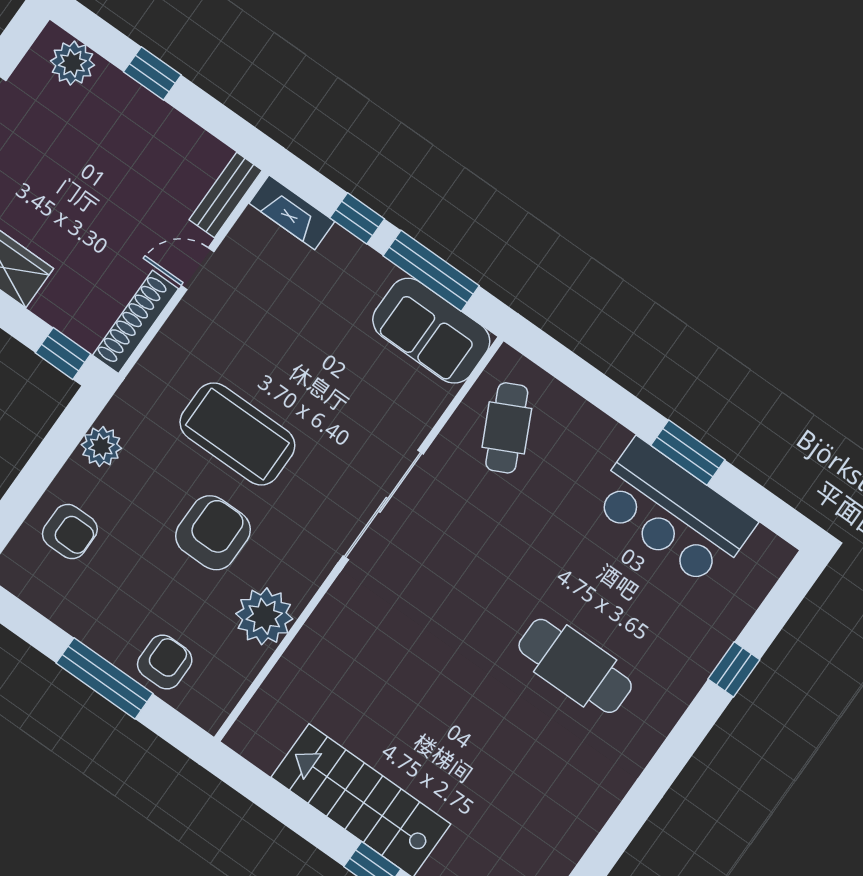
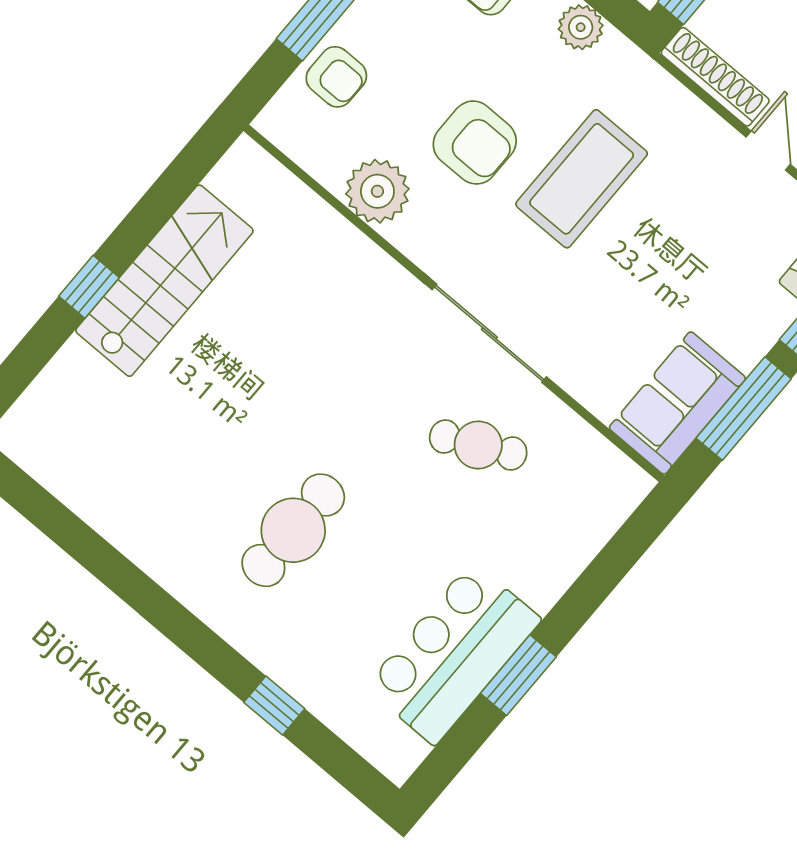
cafe table: (507, 428) -> (478, 445), moved

